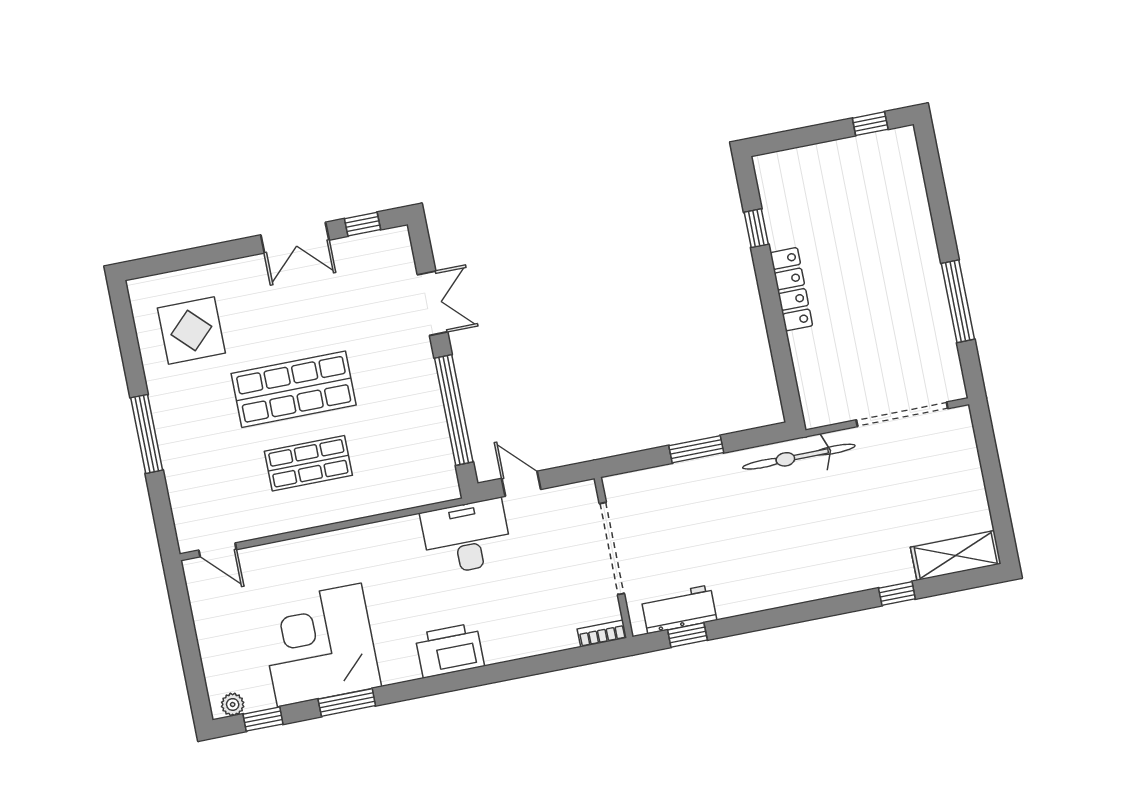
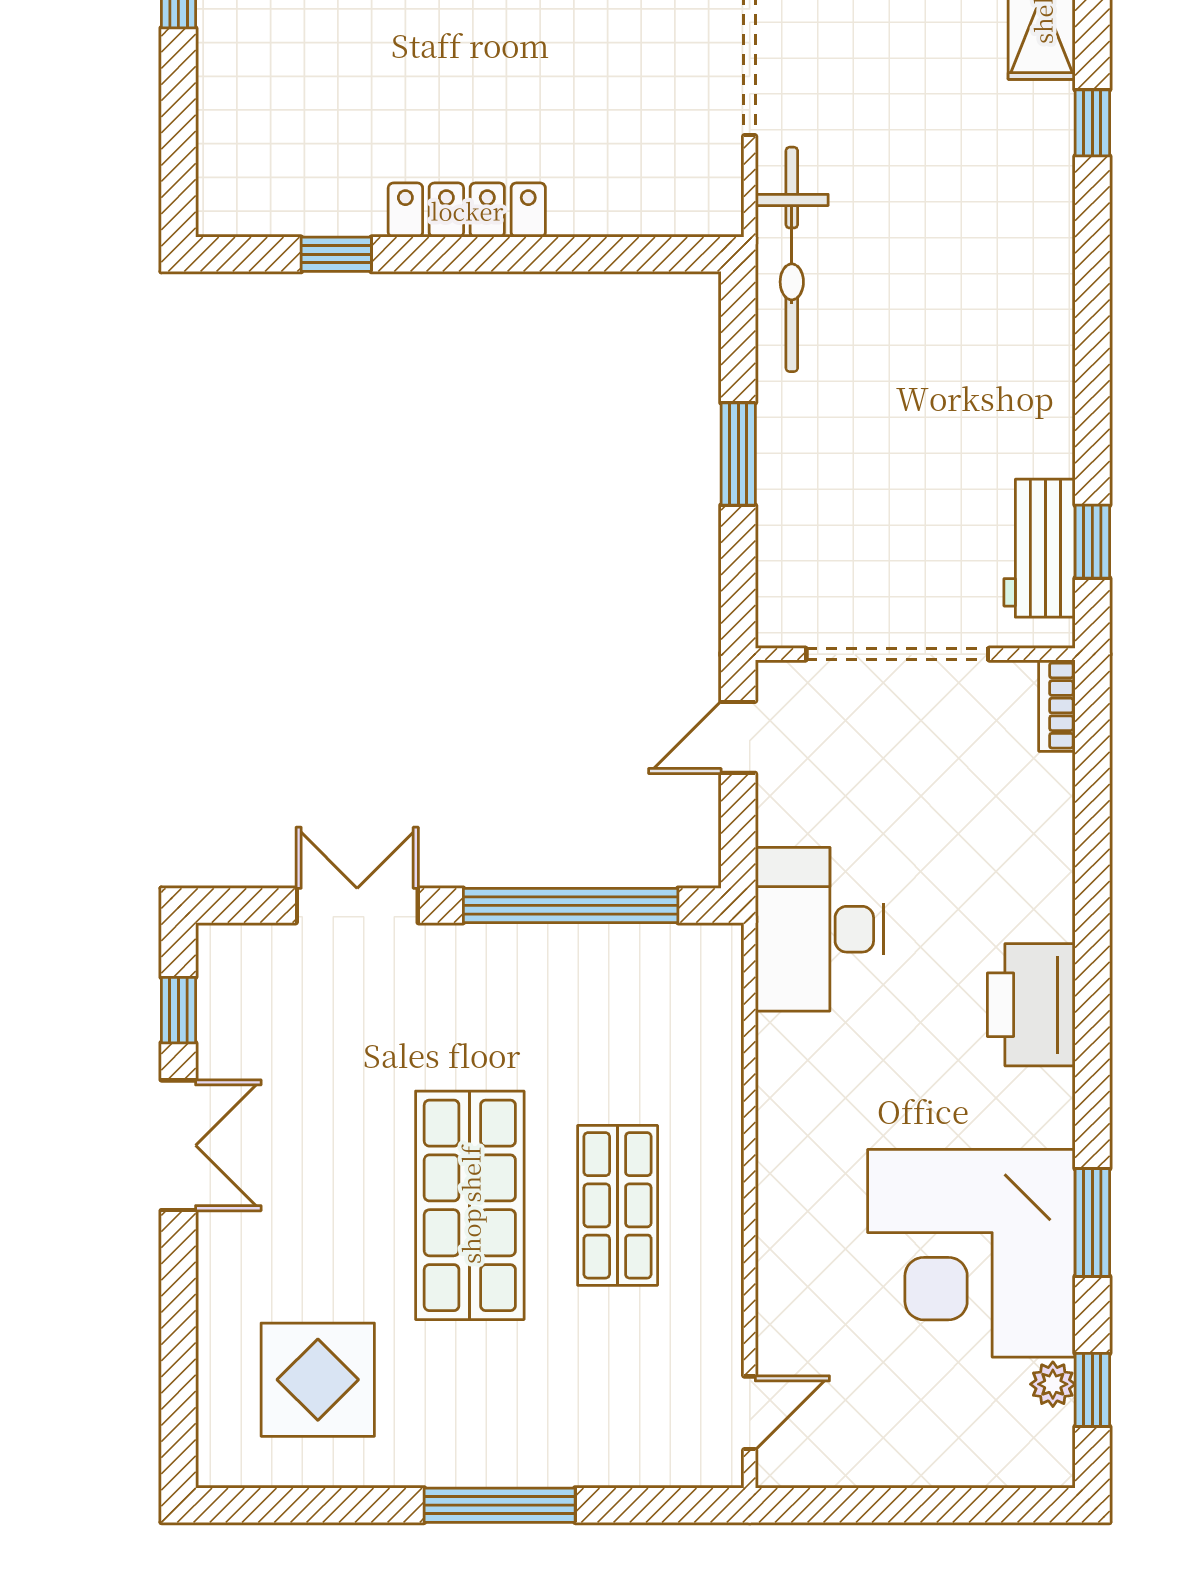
door: (521, 484) -> (738, 737), moved
plant: (233, 704) -> (1053, 1384), moved

